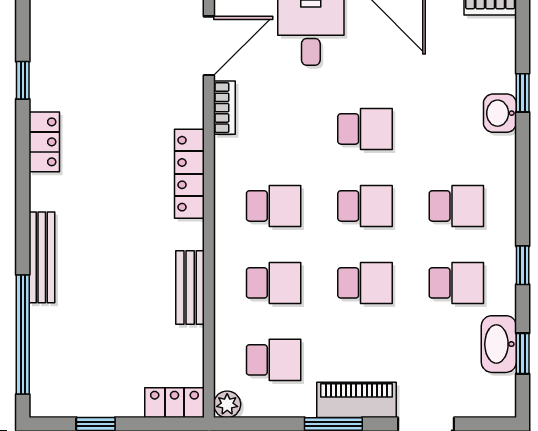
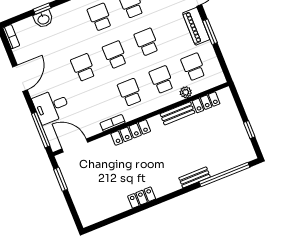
window: (23, 80) -> (120, 217), removed
bookcase: (224, 108) -> (113, 123), moved
washbasin: (500, 113) -> (43, 19), moved
bench: (42, 257) -> (195, 177), width x0.73
locker: (174, 403) -> (206, 102), moved, turned -90
plant: (227, 404) -> (186, 92), moved

